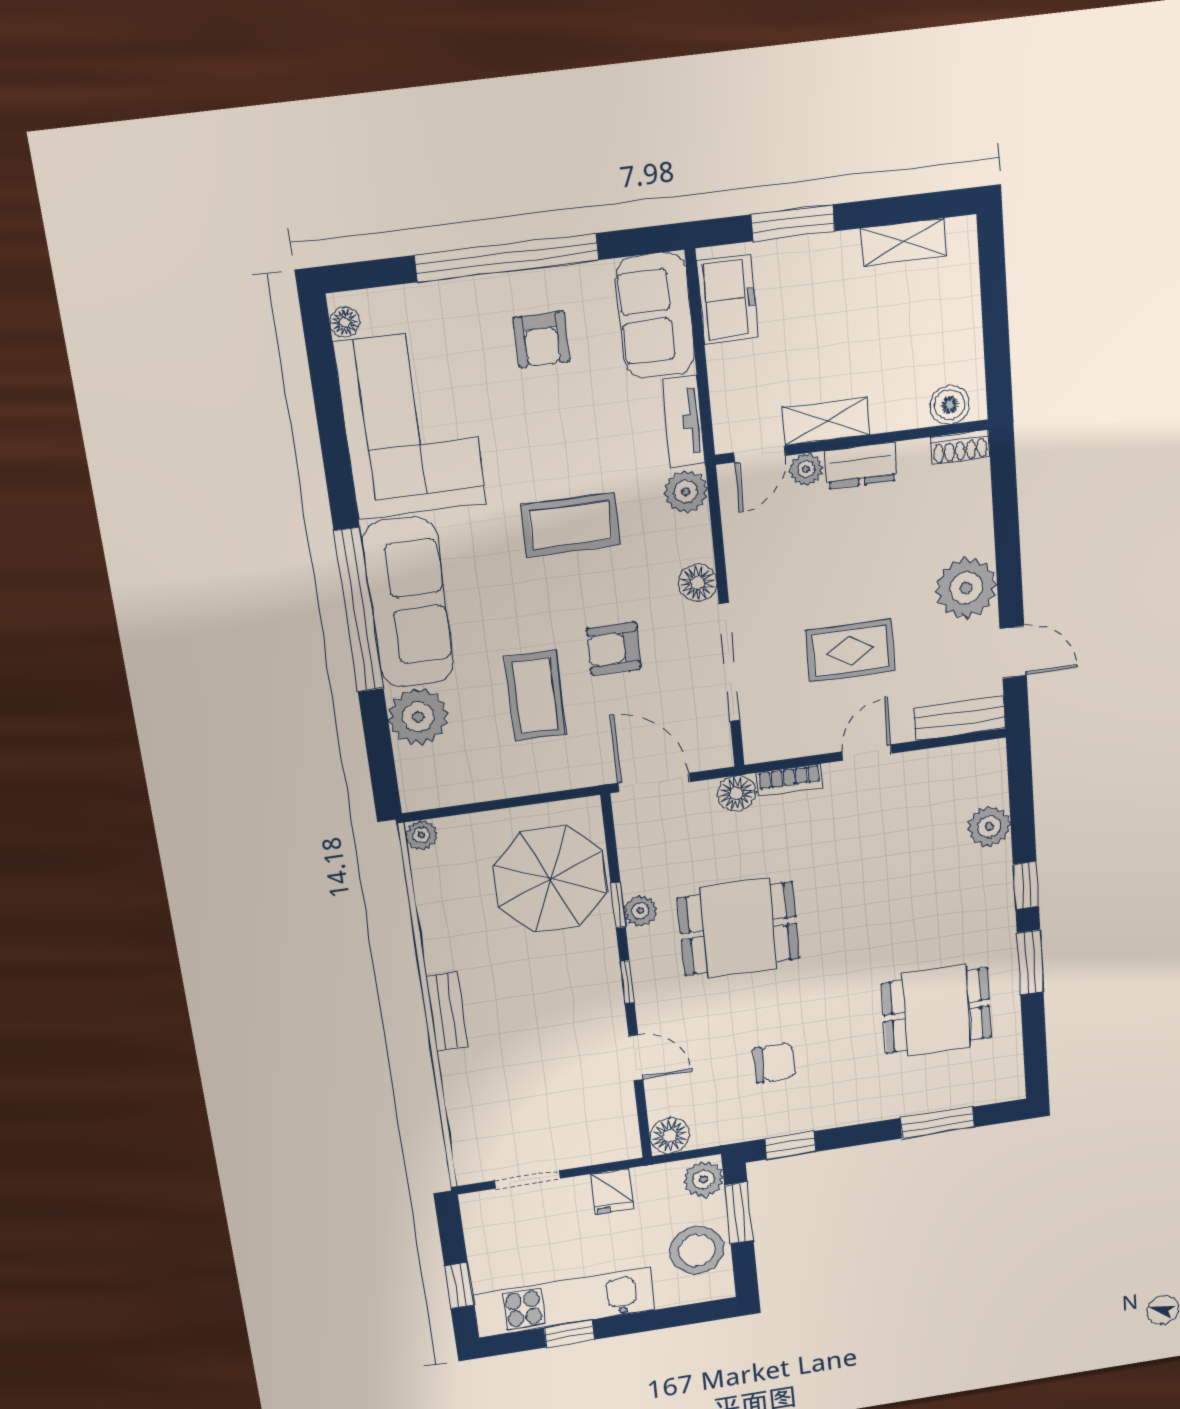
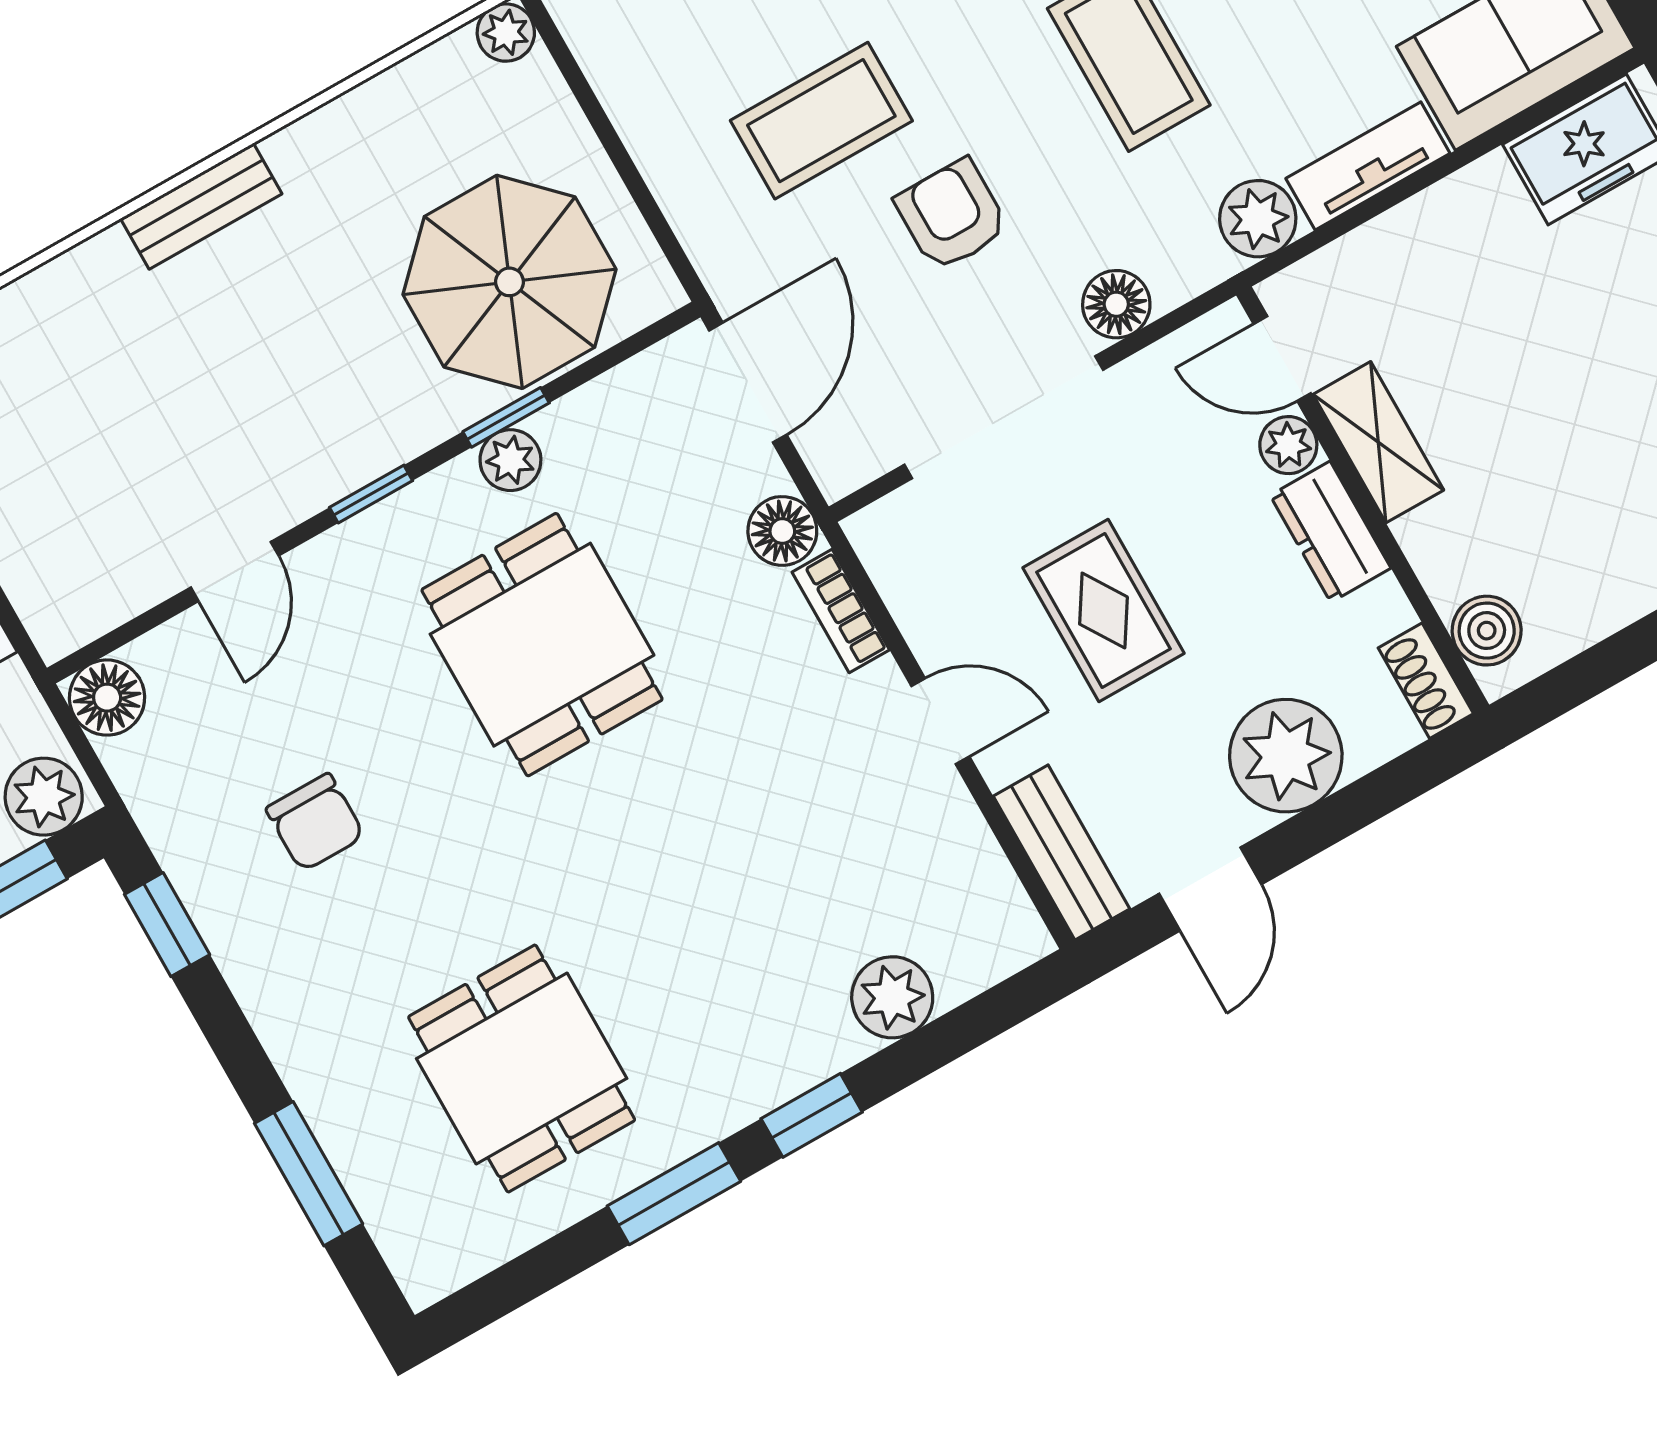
boiler: (950, 405) -> (1487, 631), moved
shelving: (826, 421) -> (1378, 442), moved
wall: (852, 442) -> (1363, 500), moved
shoe rack: (960, 447) -> (1426, 681), moved
door: (760, 454) -> (1282, 359), moved
dresser: (861, 466) -> (1330, 532), moved
plant: (806, 469) -> (1288, 445), moved

